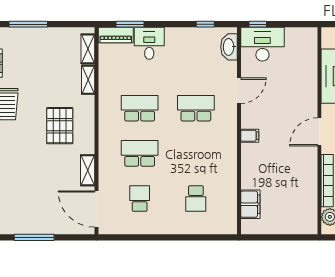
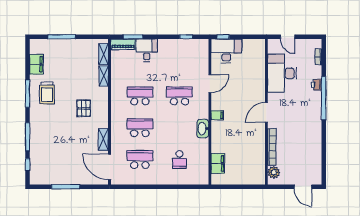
washbasin: (229, 47) -> (203, 129), moved
pallet: (60, 126) -> (84, 108), width x0.67, depth x0.71
school desk: (140, 199) -> (140, 160), width x1.85

